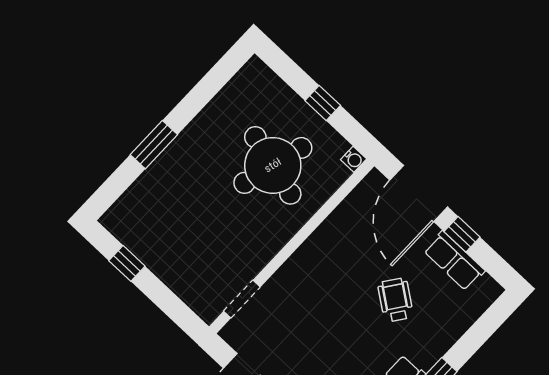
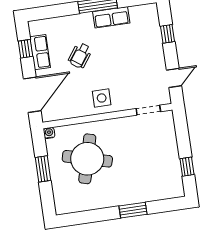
window: (323, 103) -> (43, 169), width x1.50
window: (462, 234) -> (25, 49), moved
side table: (319, 265) -> (102, 98), added

